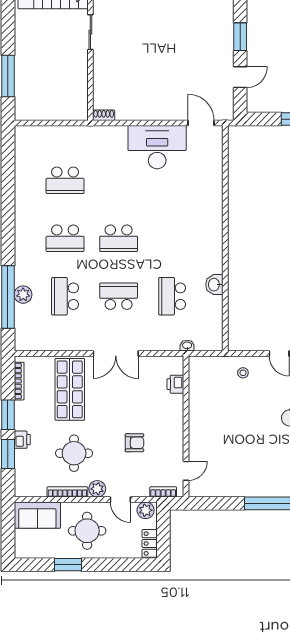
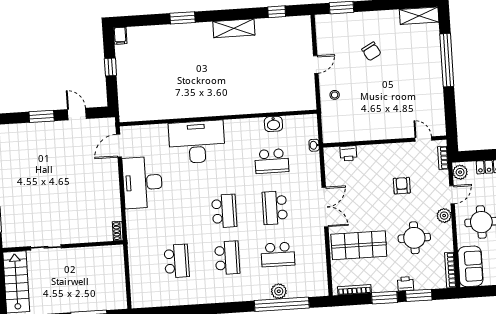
desk: (199, 212) -> (197, 142), added
washbasin: (214, 285) -> (273, 124), moved
bookcase: (67, 492) -> (450, 270), moved

